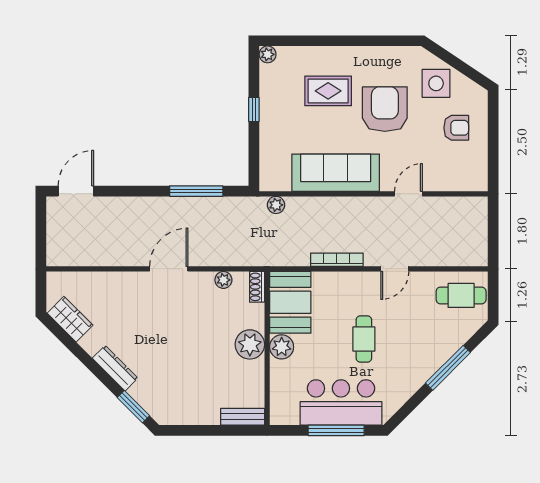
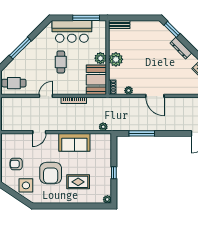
sofa: (336, 173) -> (74, 142), width x0.73
door: (169, 269) -> (155, 96), hinge flipped
window: (336, 430) -> (86, 18), moved

